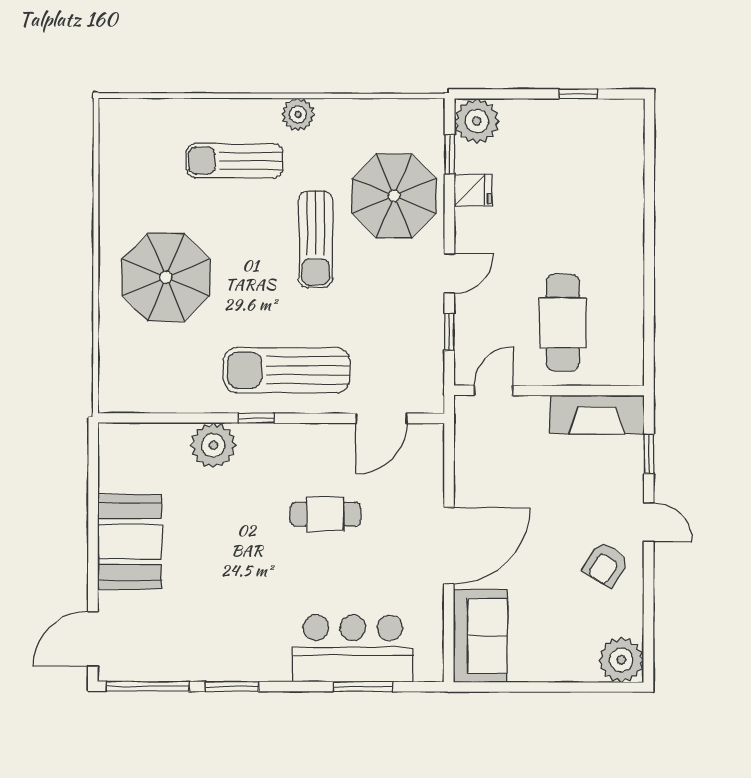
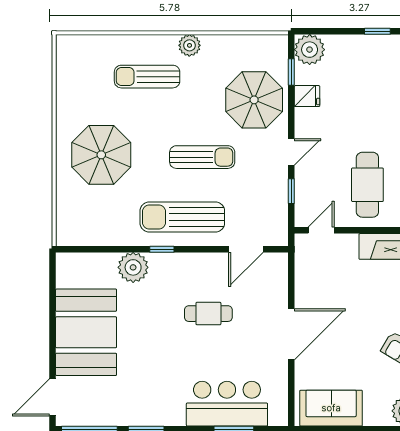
sun lounger: (316, 239) -> (202, 157), moved, turned -90
booth: (130, 542) -> (86, 332), width x1.36, depth x1.42
sofa: (480, 636) -> (331, 408), moved, turned -90

